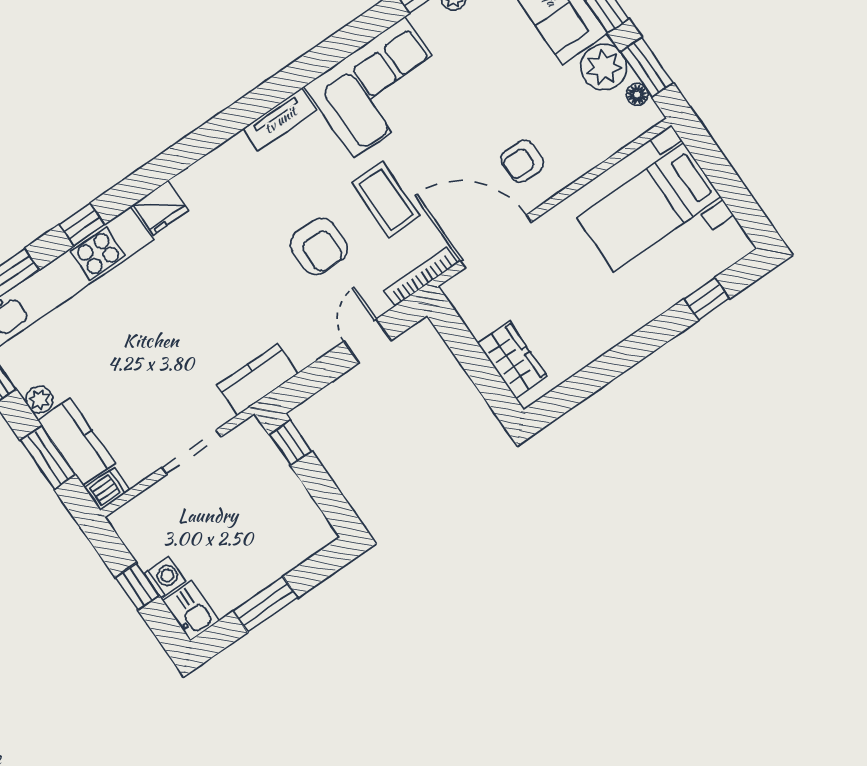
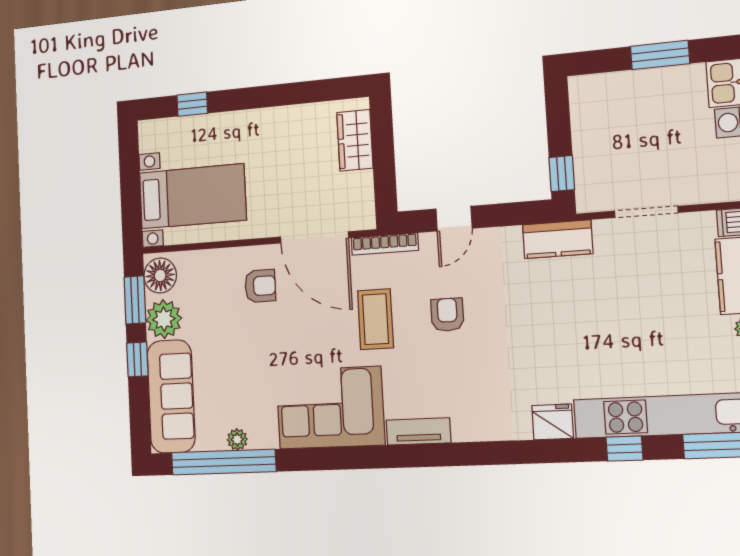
floor lamp: (637, 94) -> (160, 276), width x1.89, depth x1.89
armchair: (319, 246) -> (447, 315), width x0.72, depth x0.72

